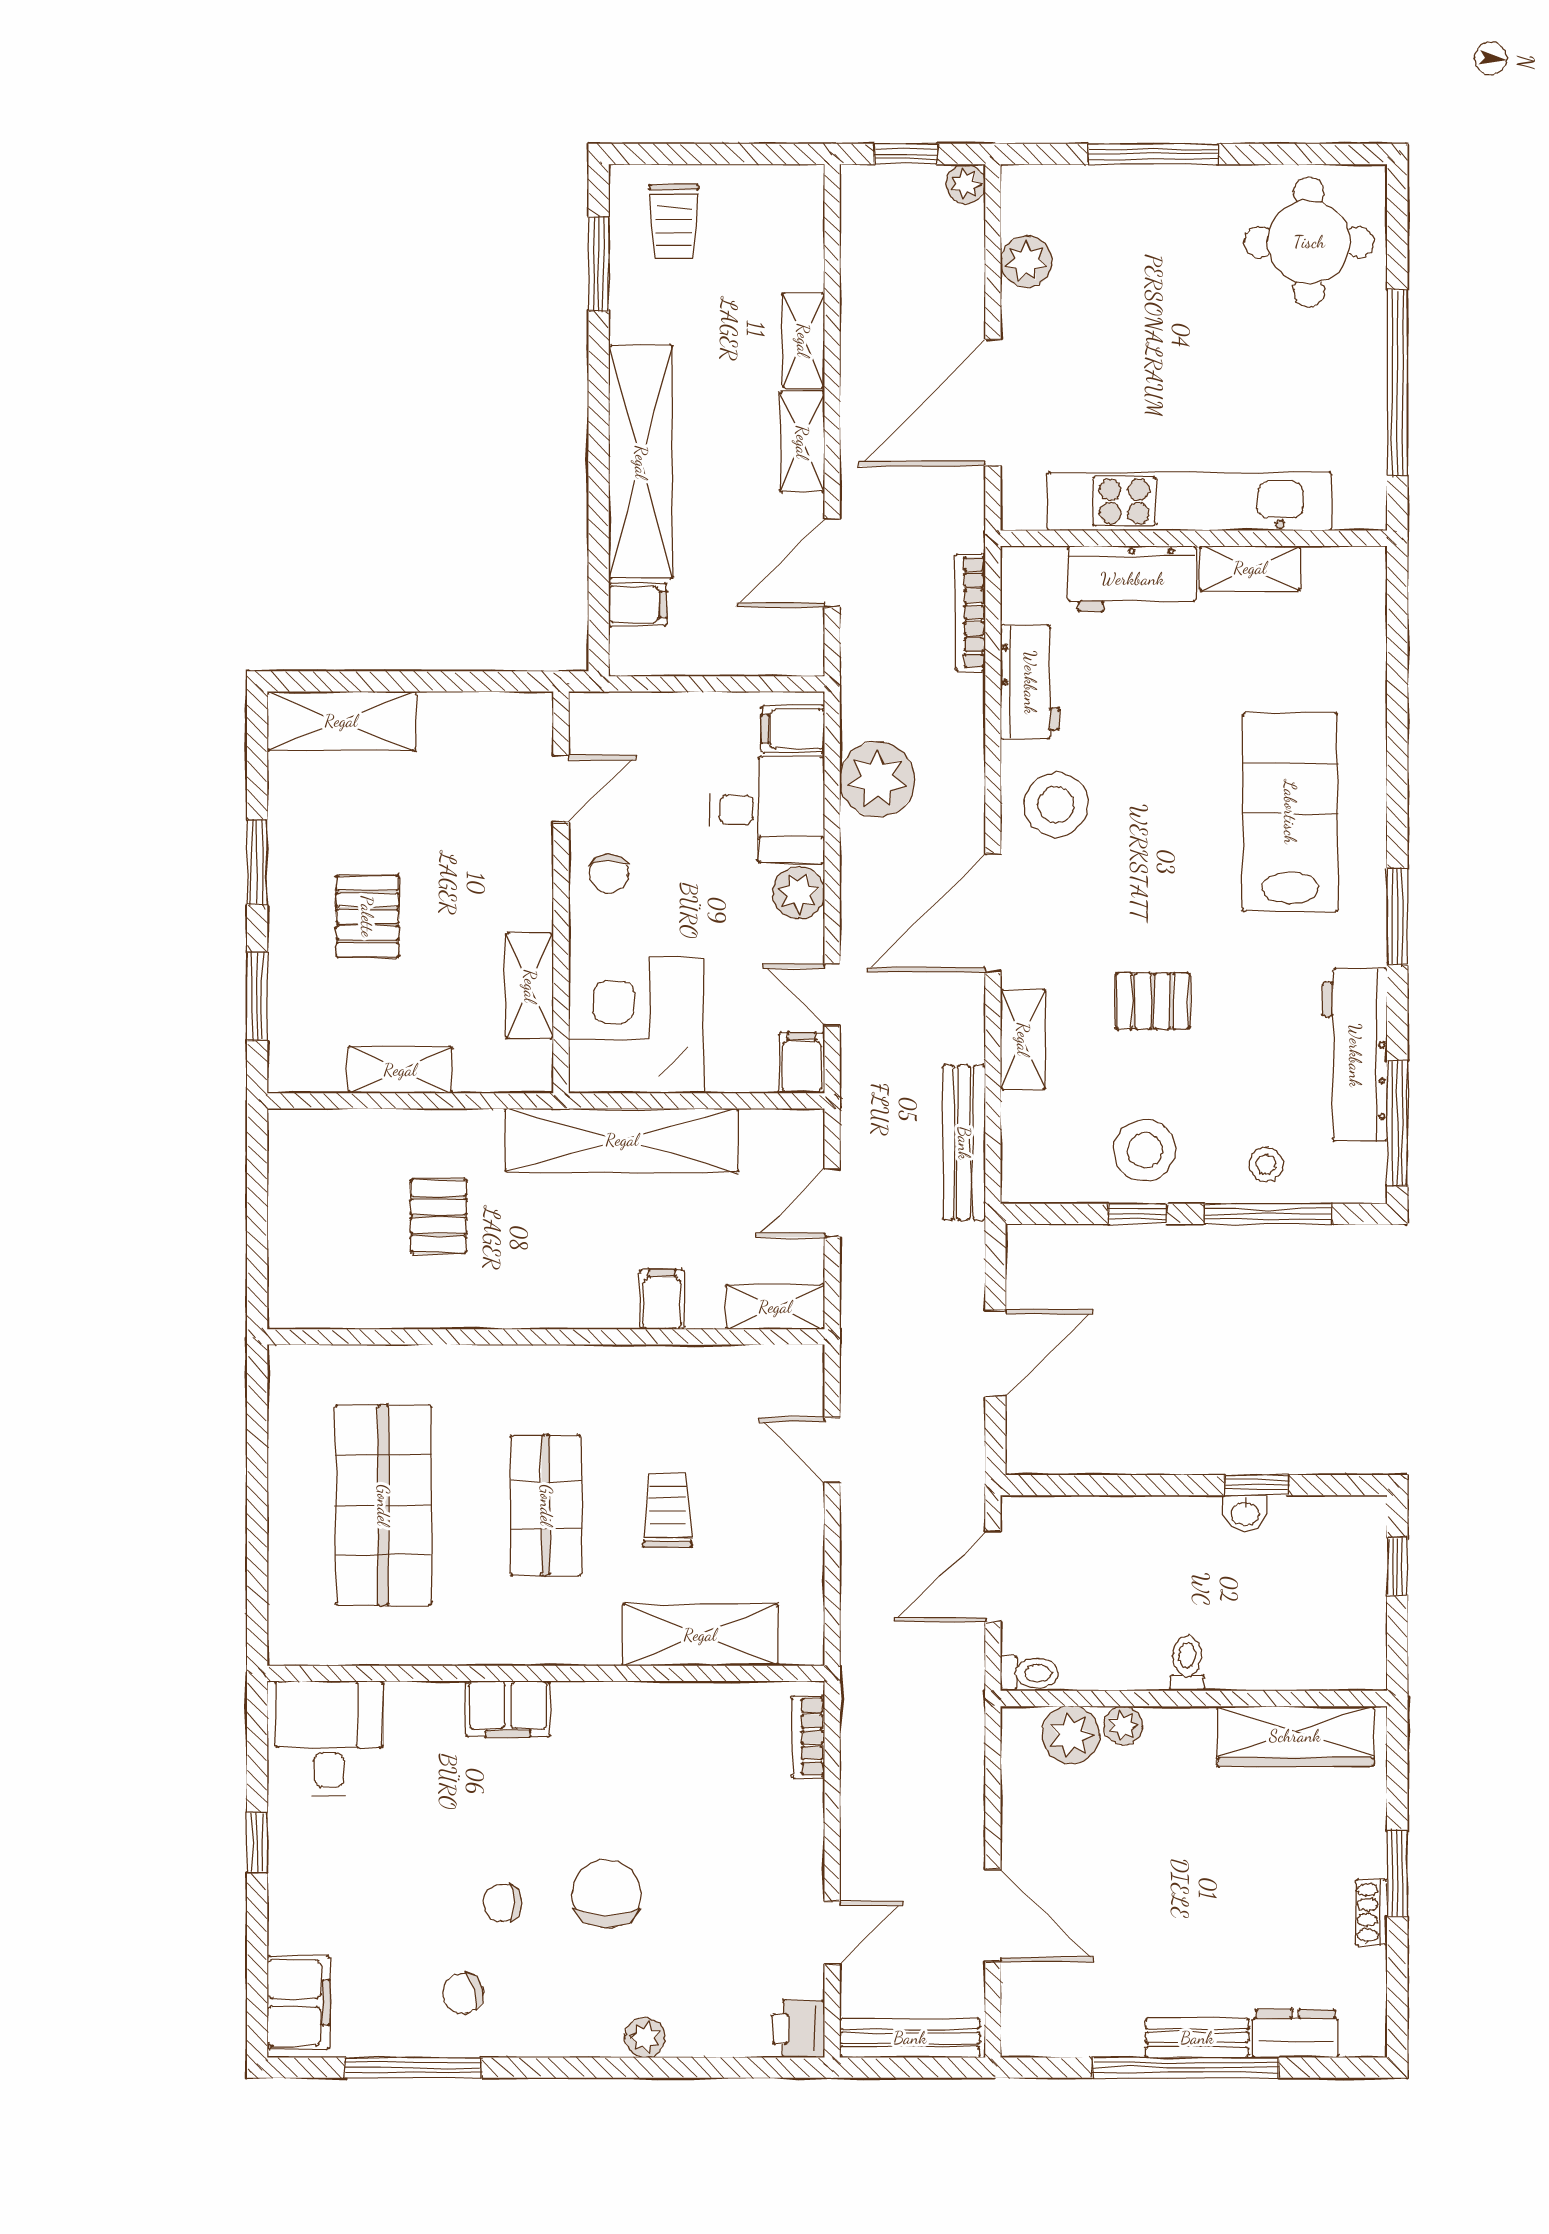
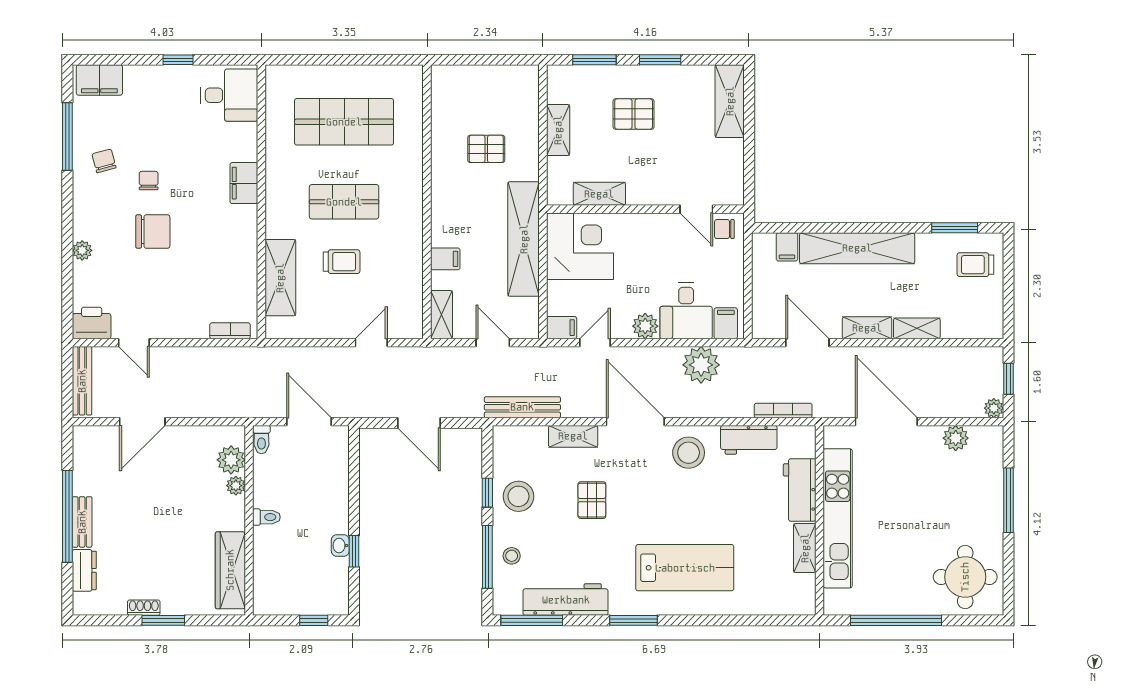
chair: (609, 873) -> (724, 229), moved
printer: (799, 2029) -> (92, 323), width x1.36, depth x1.24

